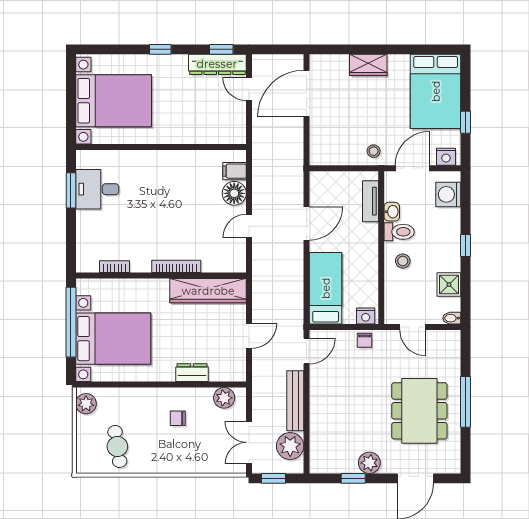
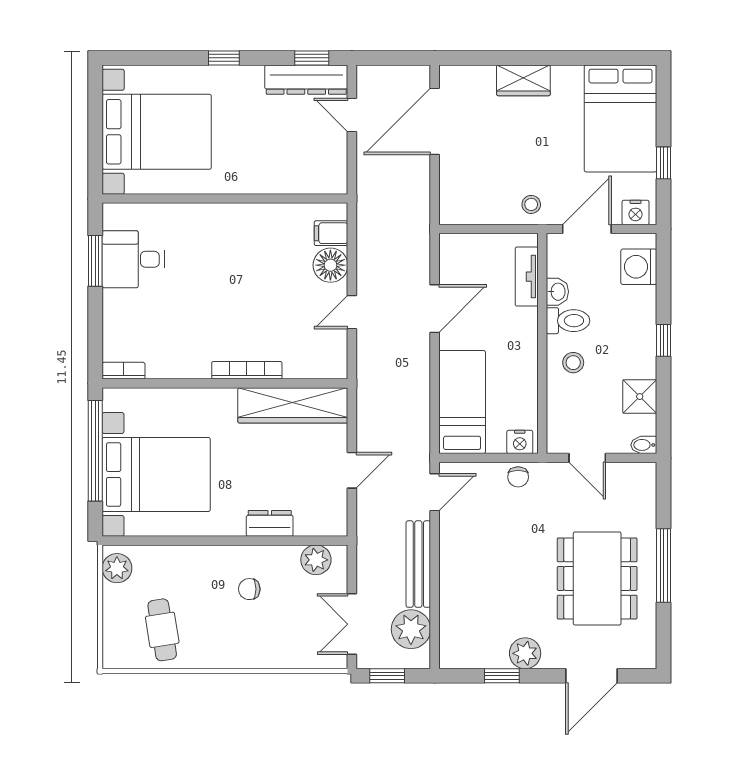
bookcase: (115, 267) -> (124, 371), moved

